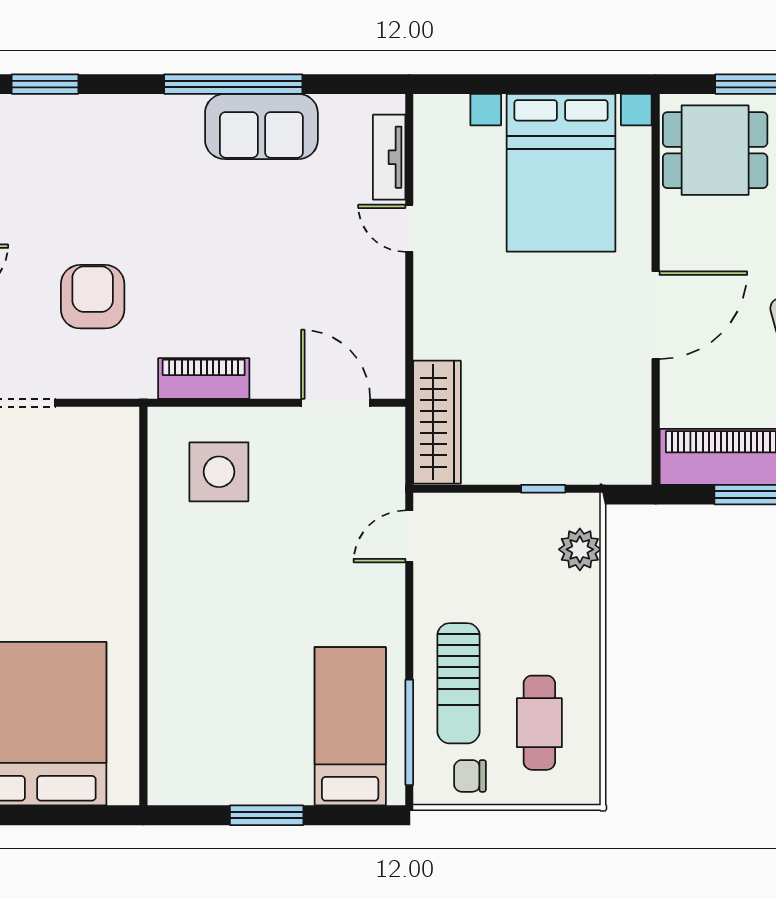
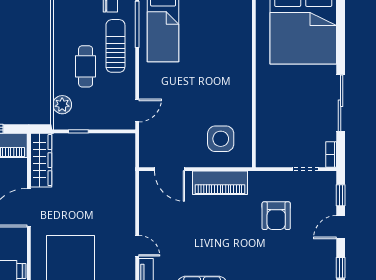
piano: (204, 378) -> (220, 183), width x1.37, depth x1.33
wardrobe: (437, 422) -> (41, 160), moved, turned 180
cafe table: (539, 723) -> (86, 66), moved

